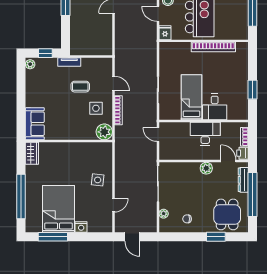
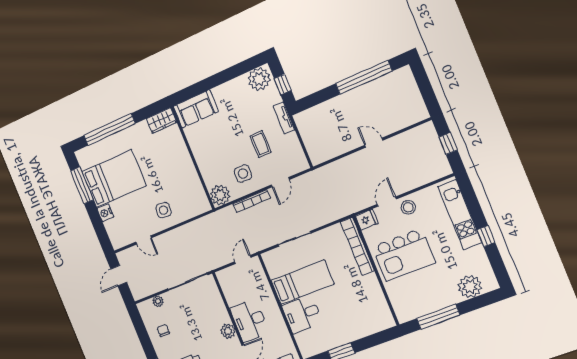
bookcase: (213, 47) -> (357, 246), moved
plant: (30, 64) -> (259, 79), width x1.88, depth x1.88
desk: (205, 134) -> (250, 320), moved, turned 180

